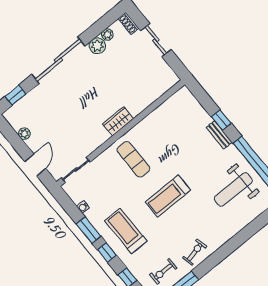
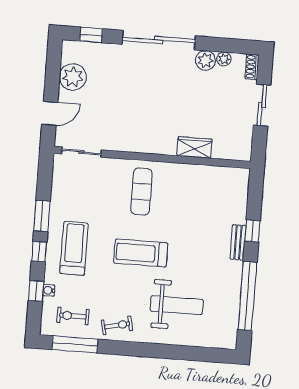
wardrobe: (118, 121) -> (194, 147), moved
plant: (24, 134) -> (73, 77), width x1.87, depth x1.87
weight bench: (233, 189) -> (177, 305), moved, turned 180
water cooler: (83, 207) -> (49, 290), moved

